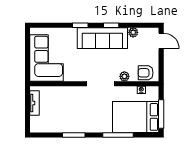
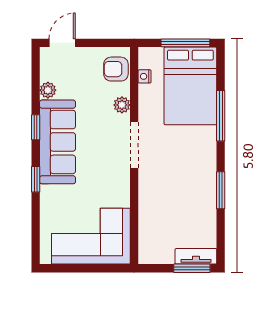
armchair: (146, 73) -> (116, 69), turned 90
tv unit: (35, 103) -> (196, 256), moved
window: (27, 118) -> (192, 268), added

